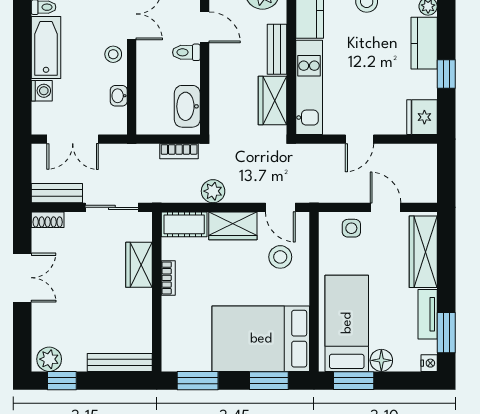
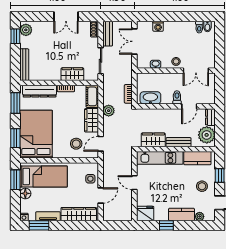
bathtub: (46, 47) -> (179, 28), removed
dresser: (174, 331) -> (40, 91), added

